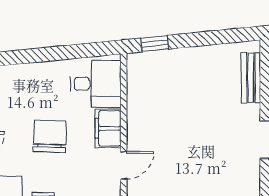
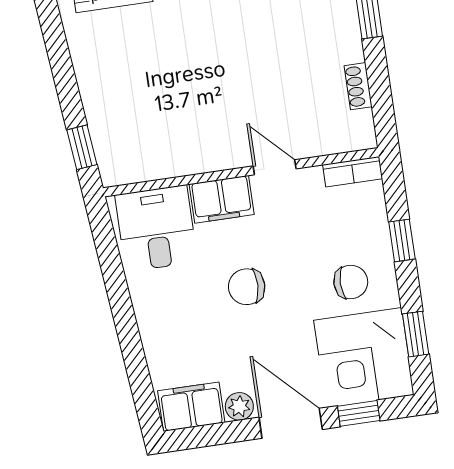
chair: (50, 136) -> (247, 287), width x0.73, depth x0.73

